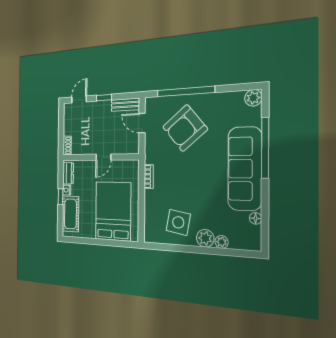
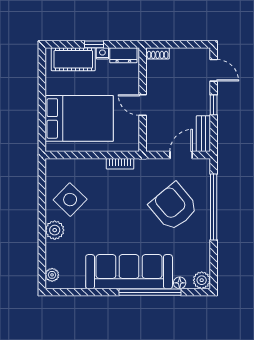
floor lamp: (256, 218) -> (180, 283), moved
side table: (178, 222) -> (70, 200), turned 34
plant: (222, 242) -> (52, 275), moved

